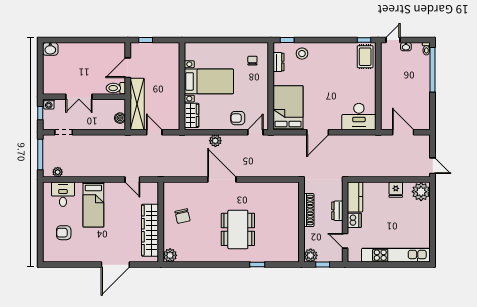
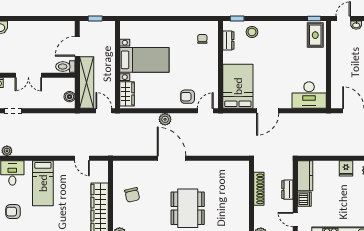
bed with nightstands: (209, 81) -> (144, 60), moved
wall: (182, 86) -> (117, 65), moved
wardrobe: (192, 115) -> (127, 94), moved

